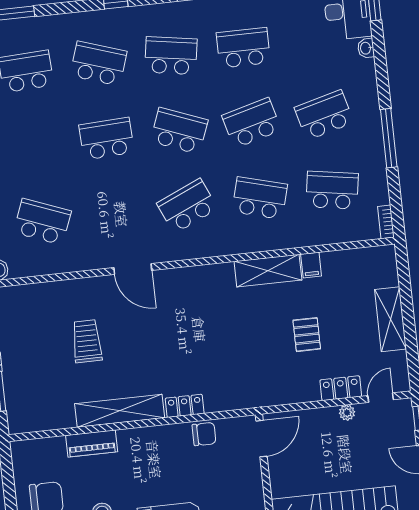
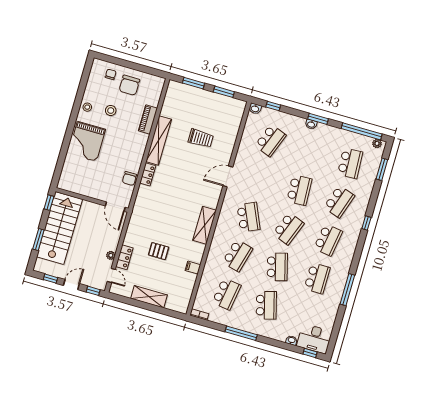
shelving: (268, 271) -> (205, 225), moved

